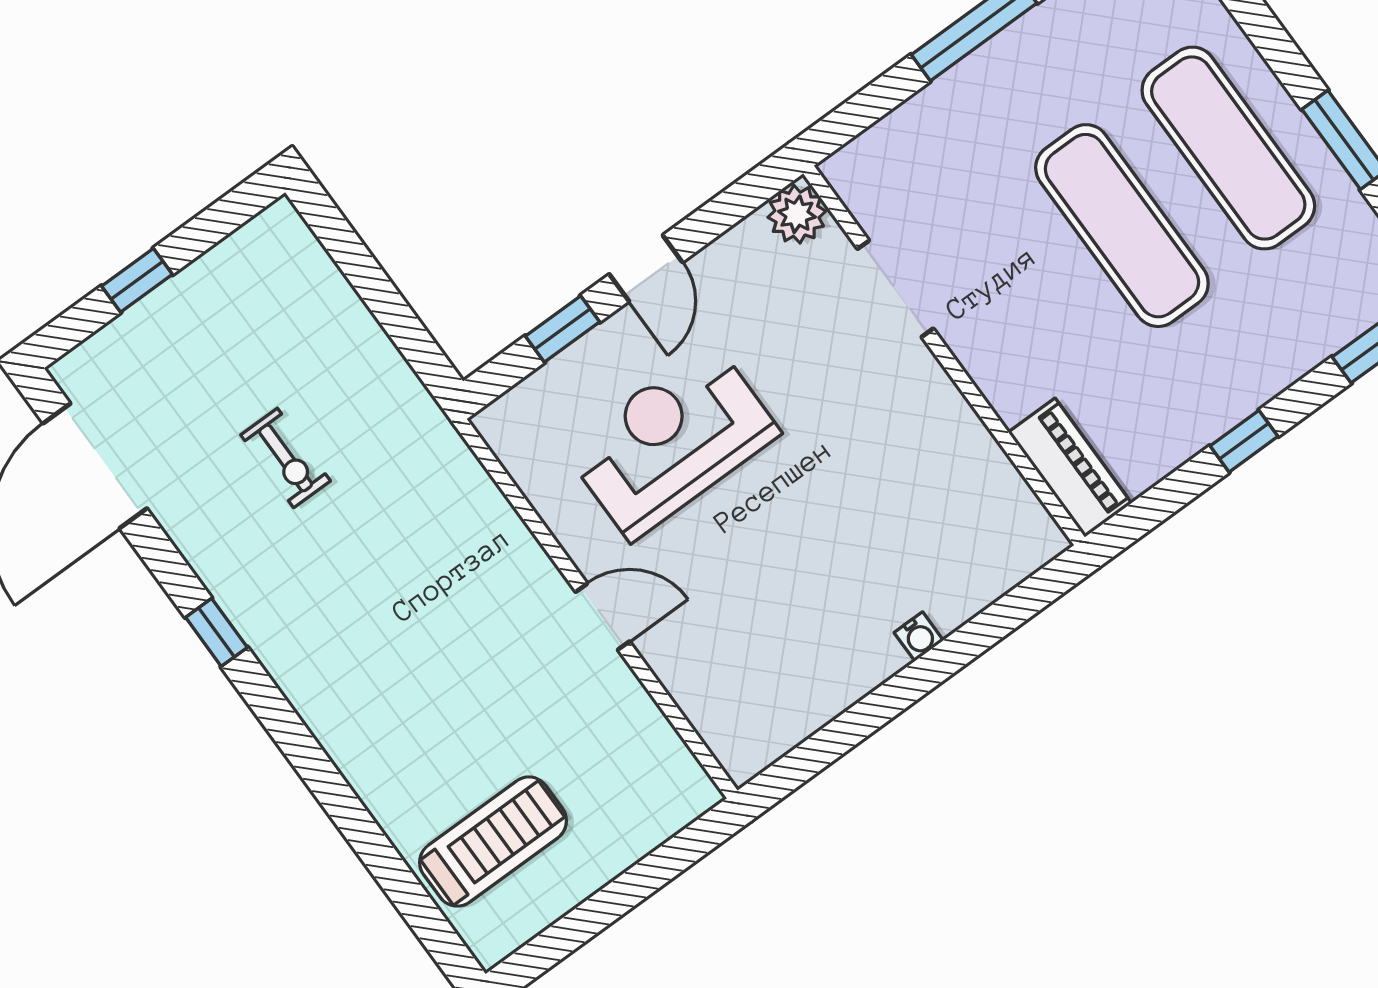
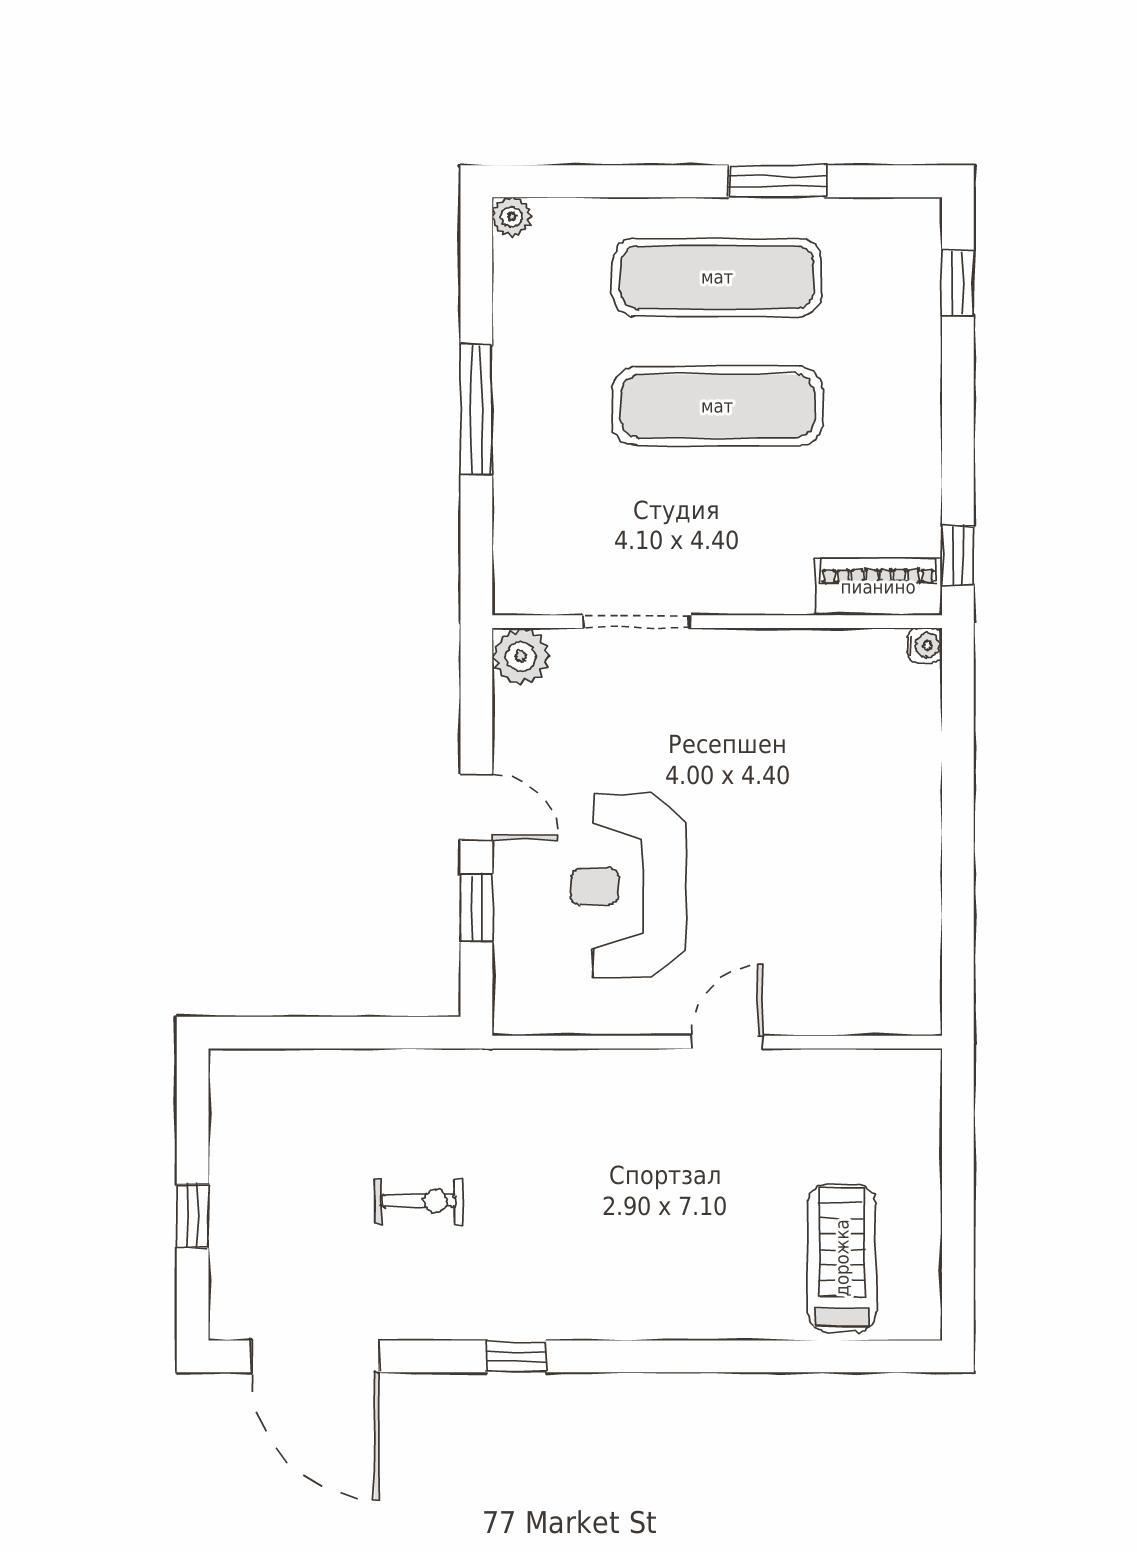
window: (1244, 441) -> (958, 556), moved
water cooler: (919, 636) -> (925, 645), moved

